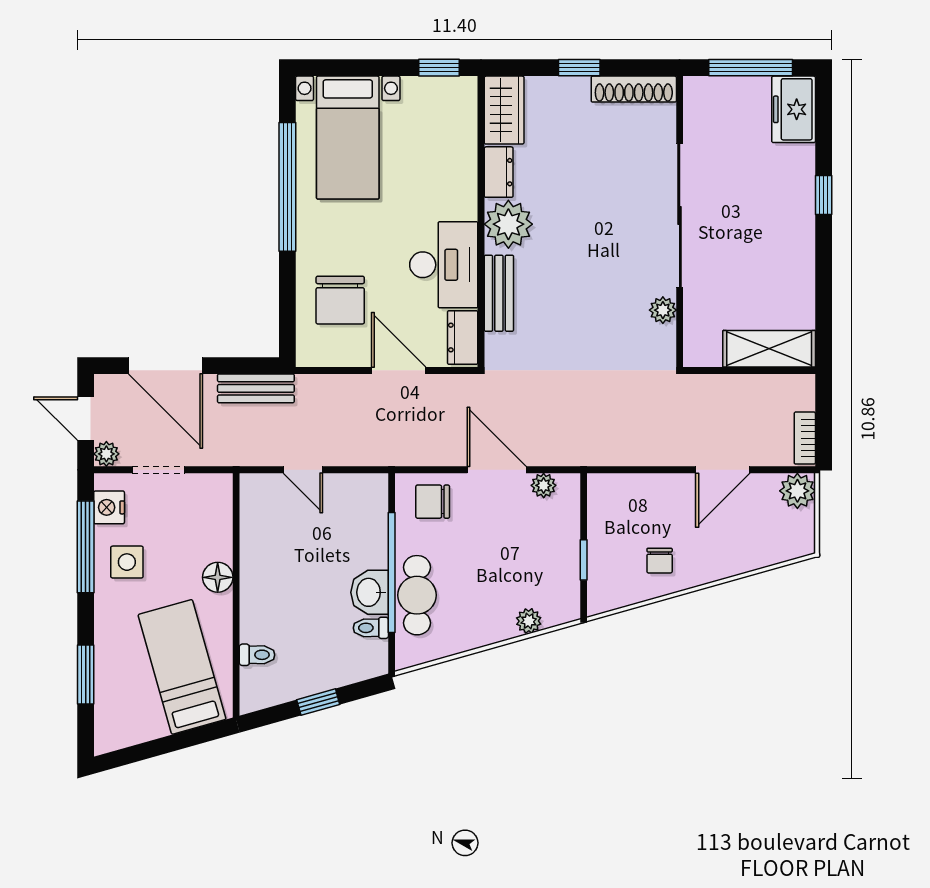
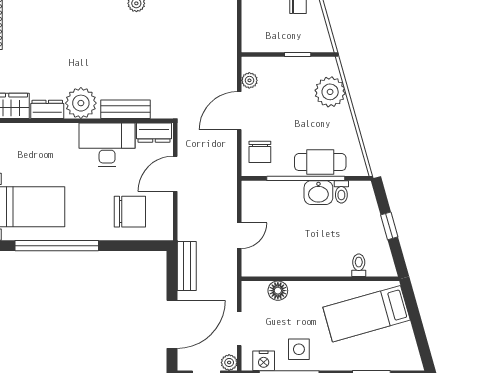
floor lamp: (218, 577) -> (278, 291), moved
plant: (529, 621) -> (330, 92), width x1.88, depth x1.88

